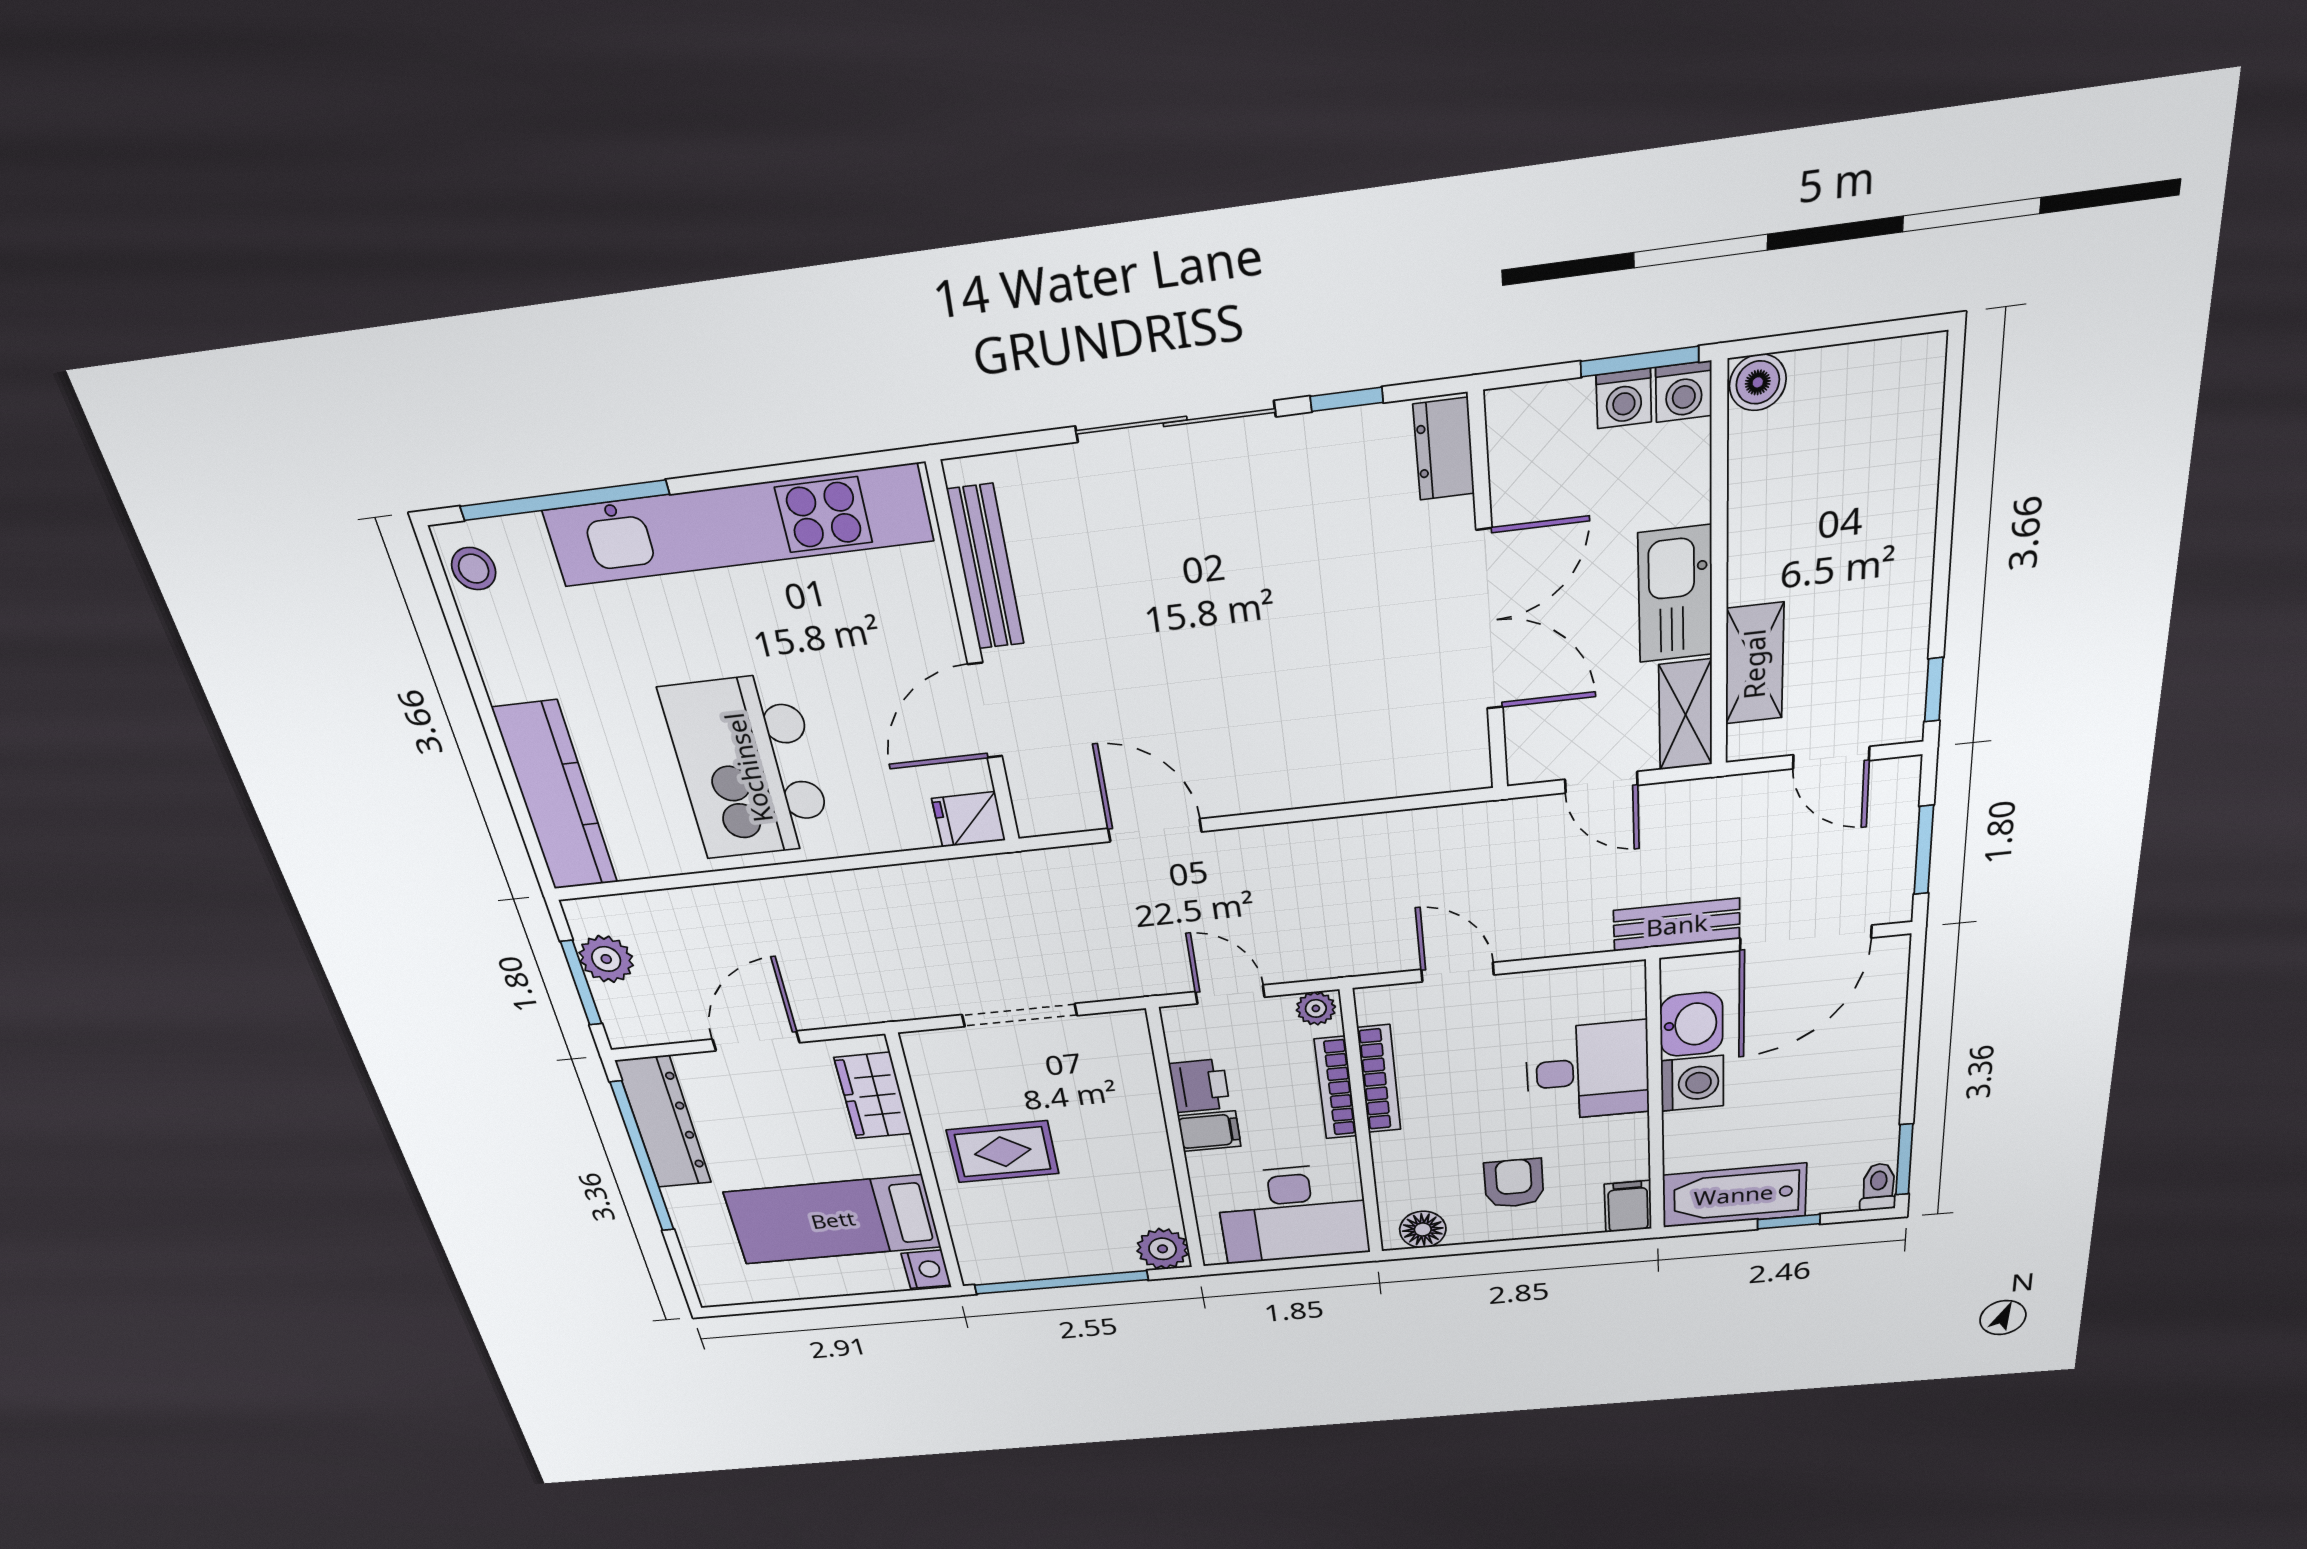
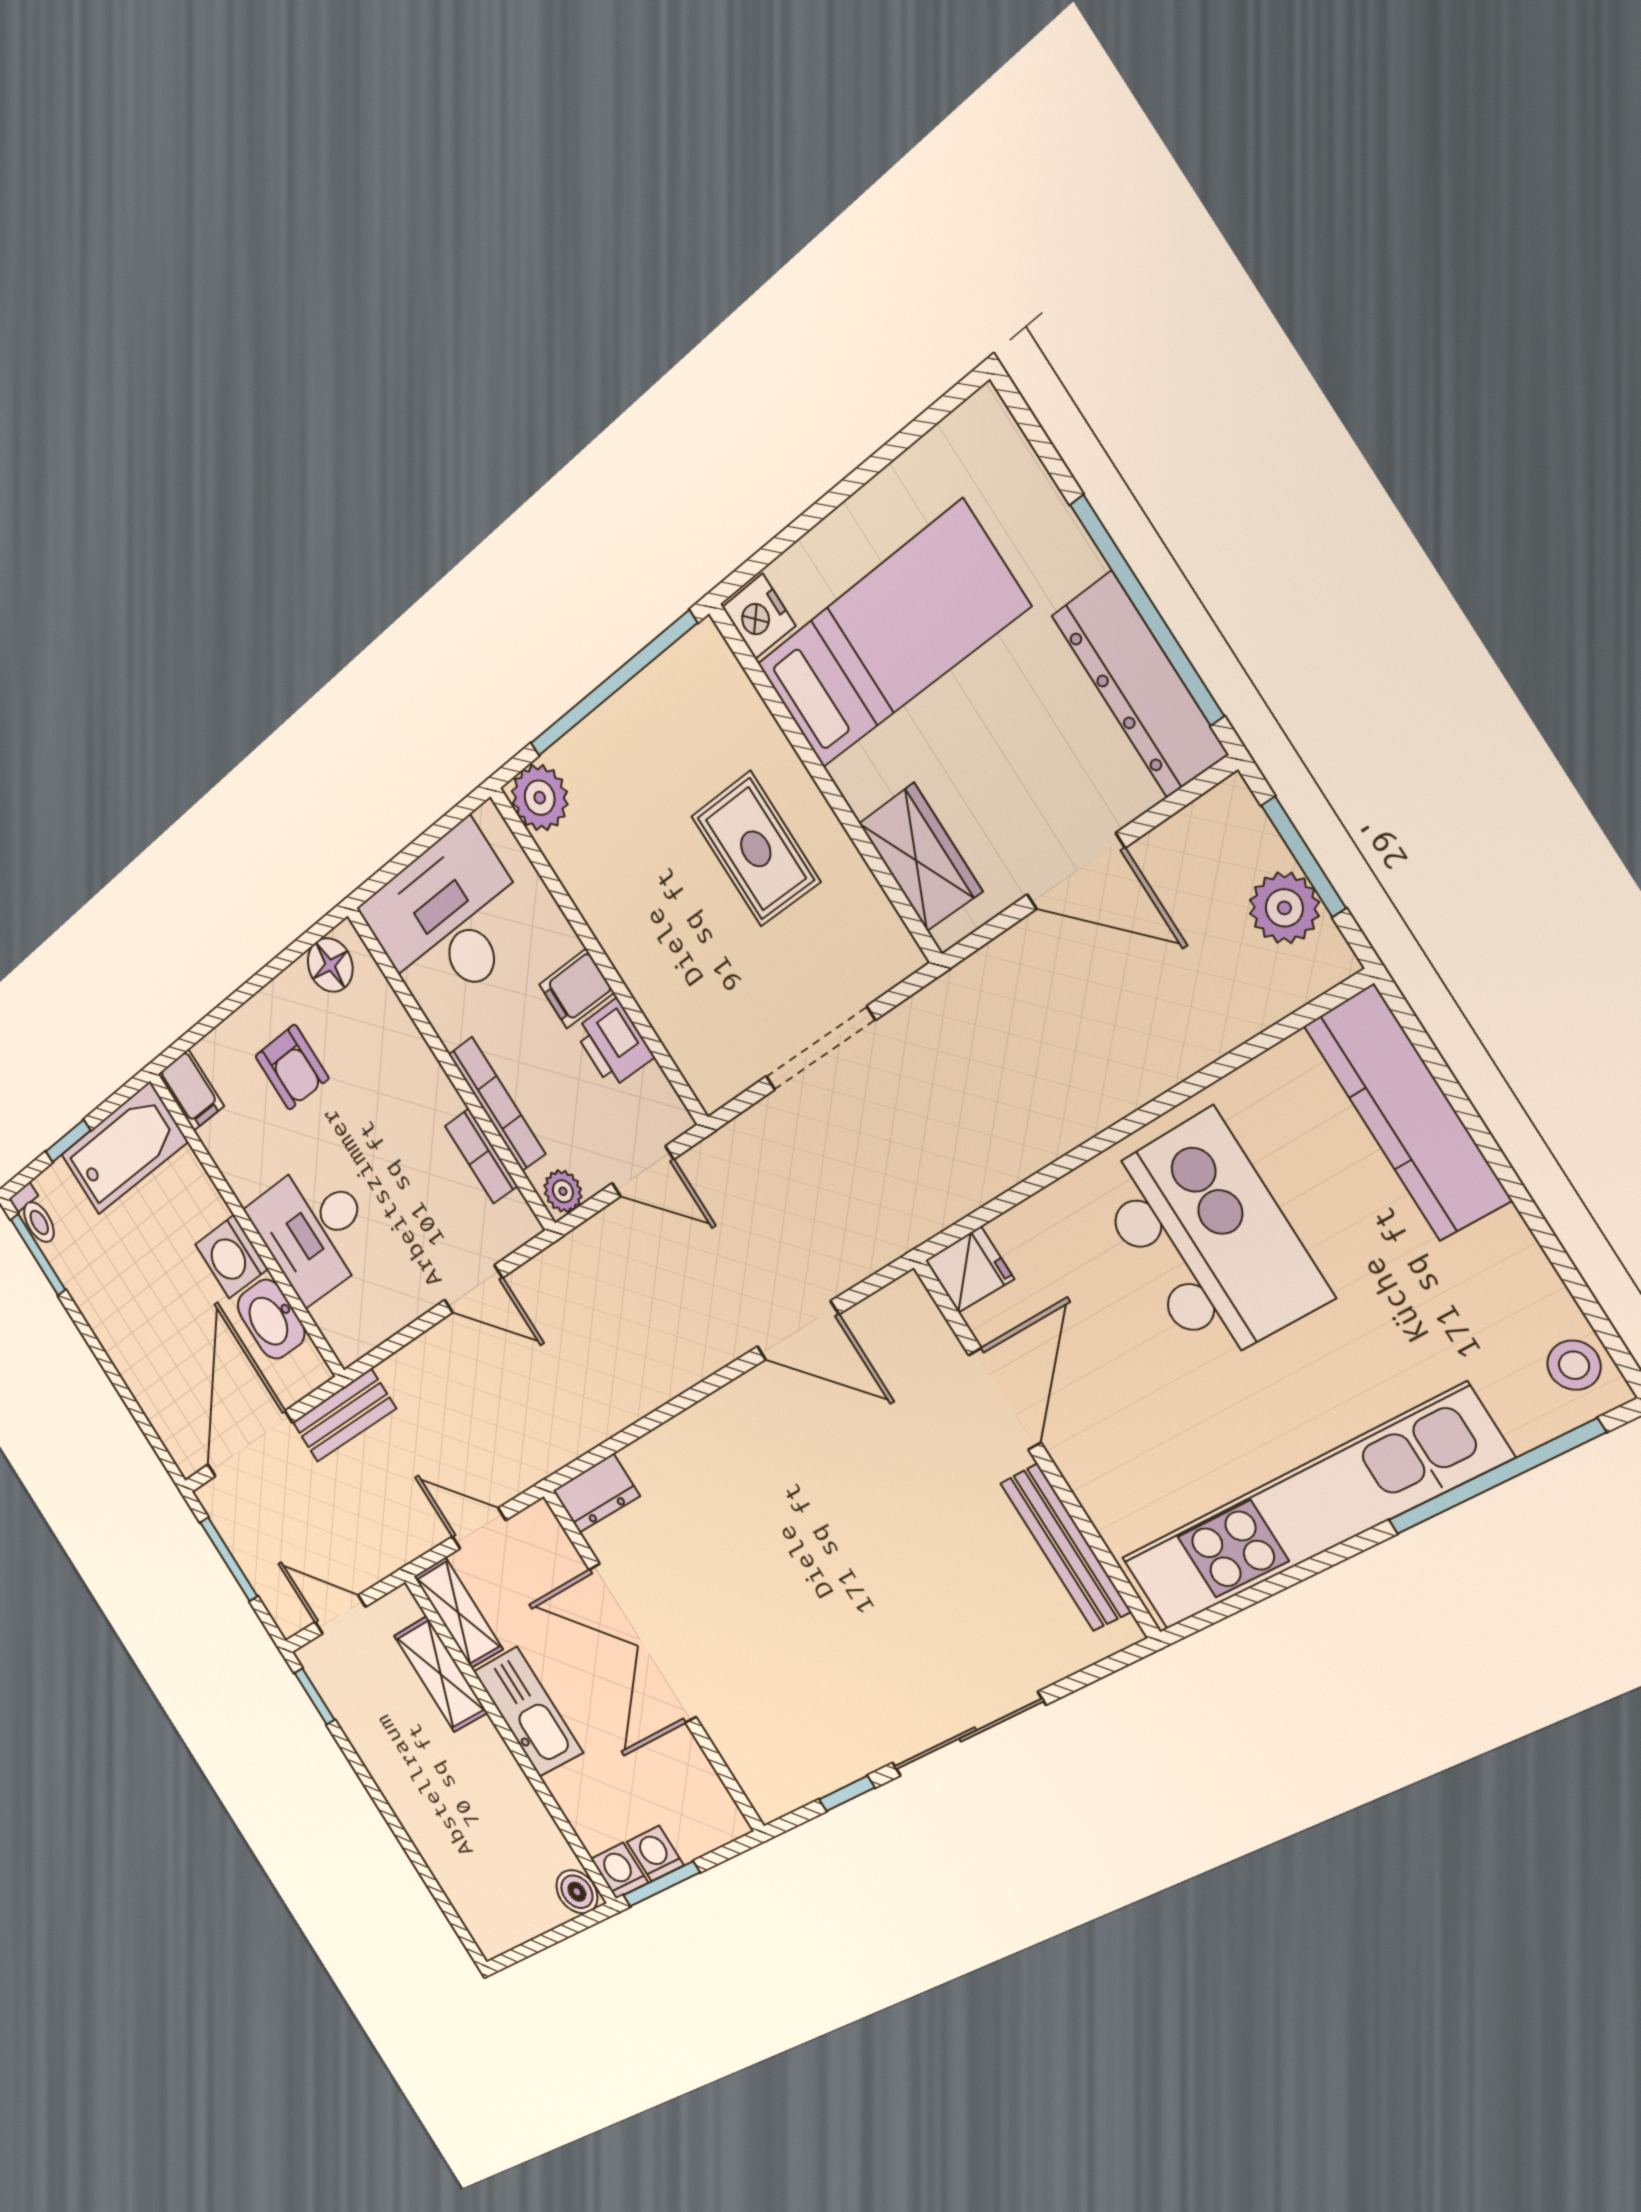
dresser: (1444, 449) -> (596, 1493), moved, turned 90
door: (756, 1041) -> (1076, 871), hinge flipped
bookcase: (1379, 1079) -> (481, 1156), width x0.64
rug: (1003, 1152) -> (756, 849), turned 90

